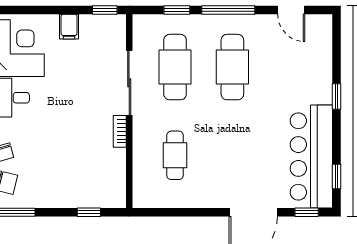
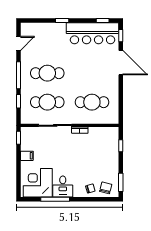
cafe table: (175, 155) -> (92, 102), width x1.37, depth x1.35

